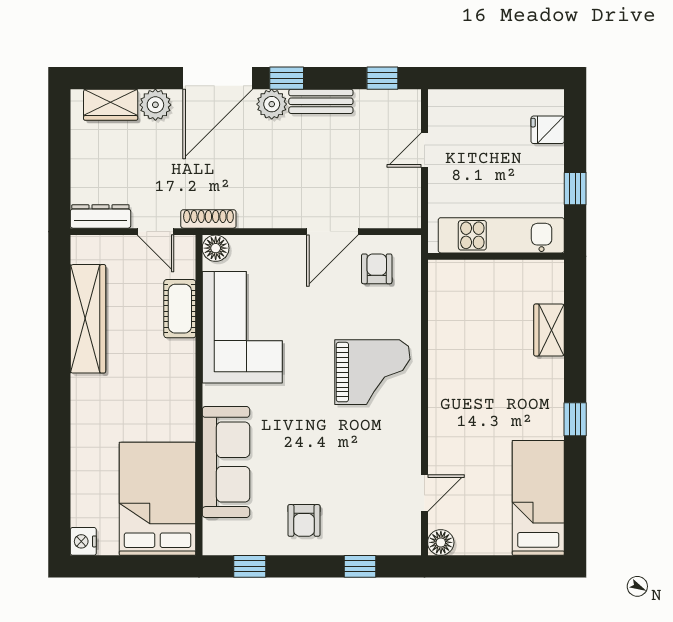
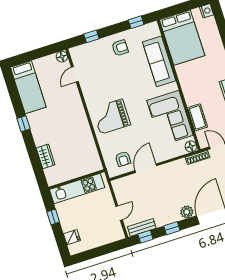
window: (287, 78) -> (172, 228), moved
bench: (321, 101) -> (142, 228), moved
armchair: (304, 520) -> (120, 48), turned 90

